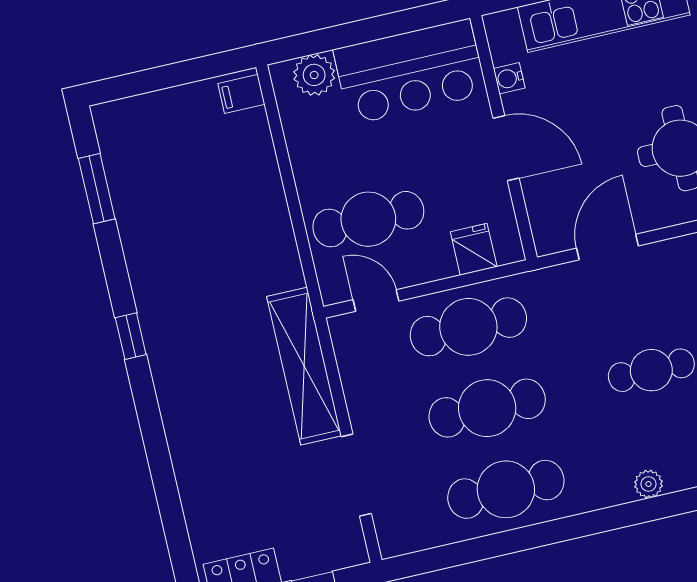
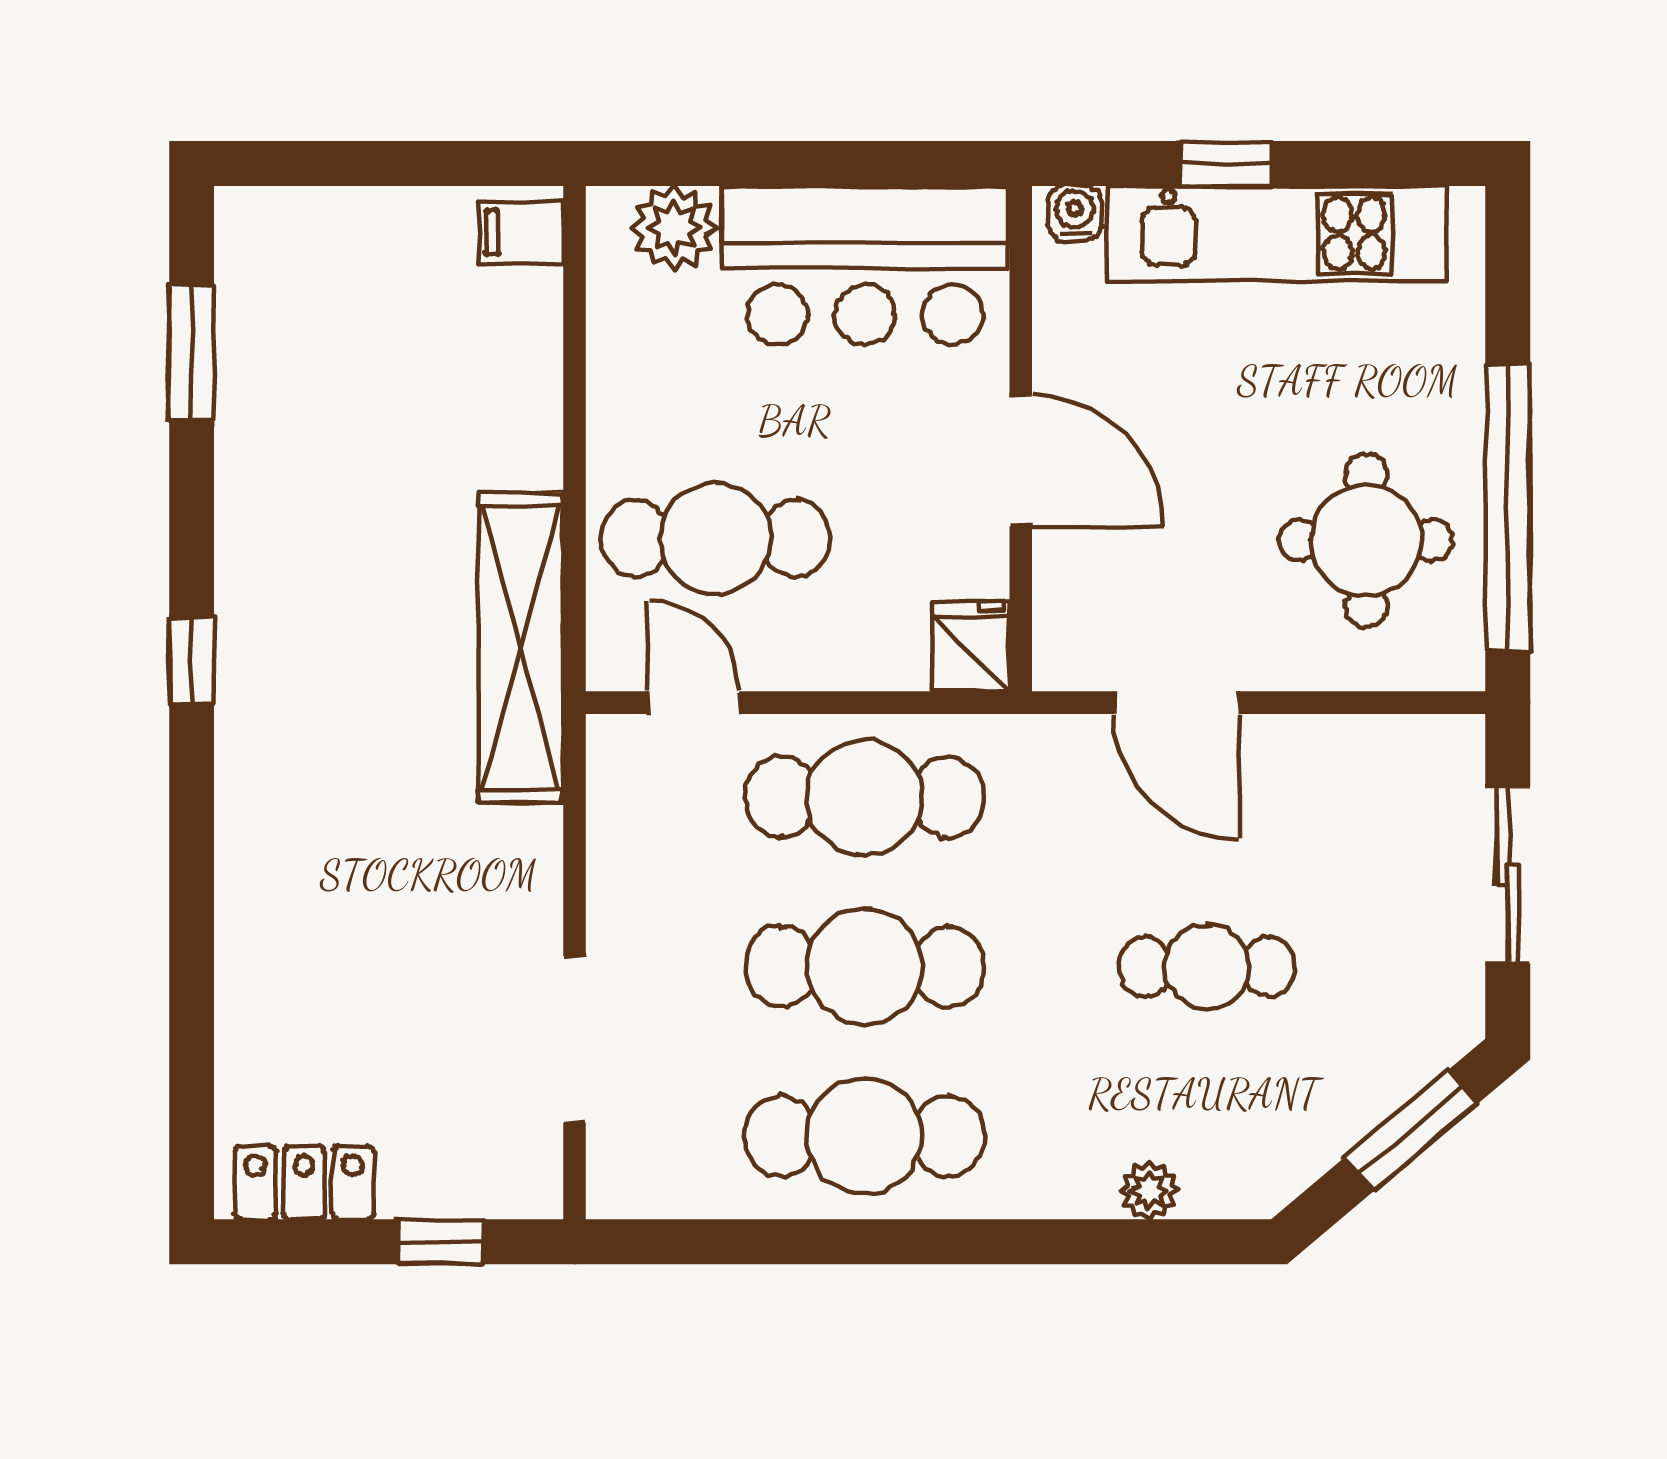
water cooler: (509, 78) -> (1075, 213), moved, turned 90
door: (607, 247) -> (1176, 703), swing flipped
fridge: (474, 249) -> (971, 646), moved
shelving: (304, 366) -> (521, 648), moved

